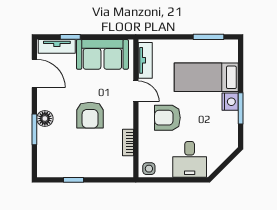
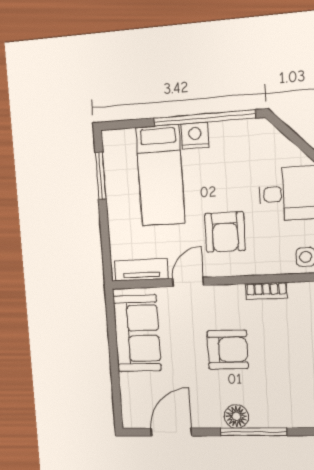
window: (70, 37) -> (115, 381), removed
tv unit: (57, 46) -> (130, 400), removed
window: (241, 108) -> (204, 118), width x2.11
window: (34, 129) -> (253, 432), width x1.44

